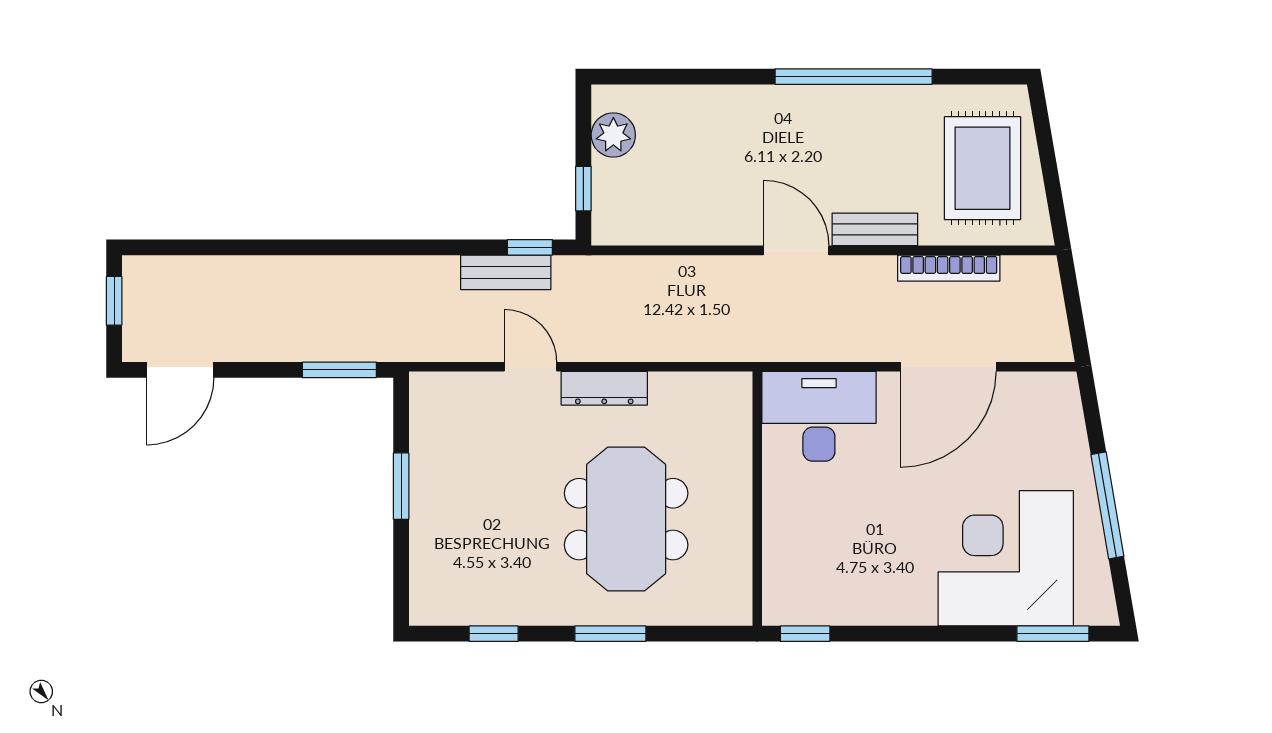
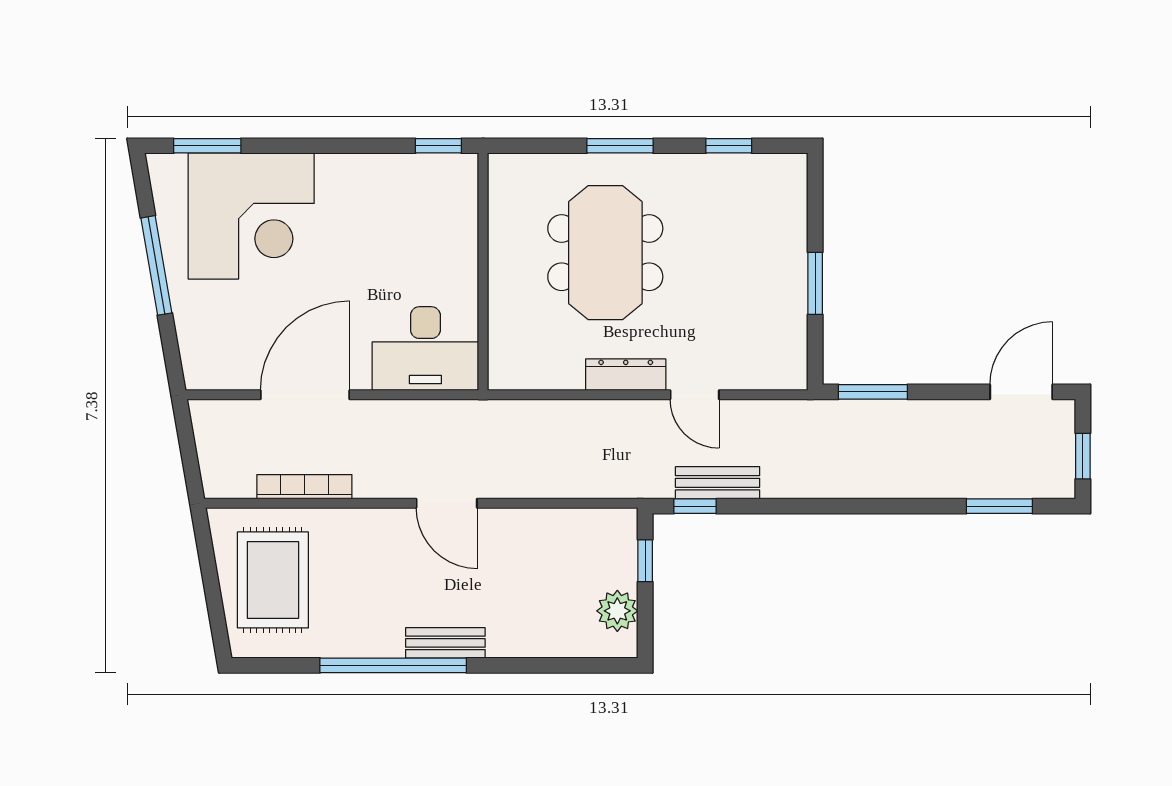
bench: (875, 229) -> (445, 643), moved
window: (204, 247) -> (999, 506), added

